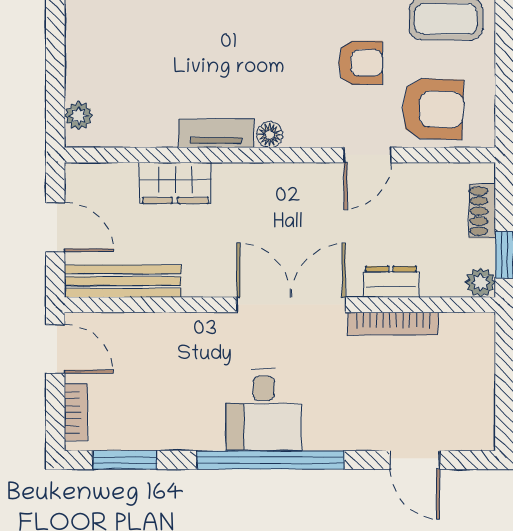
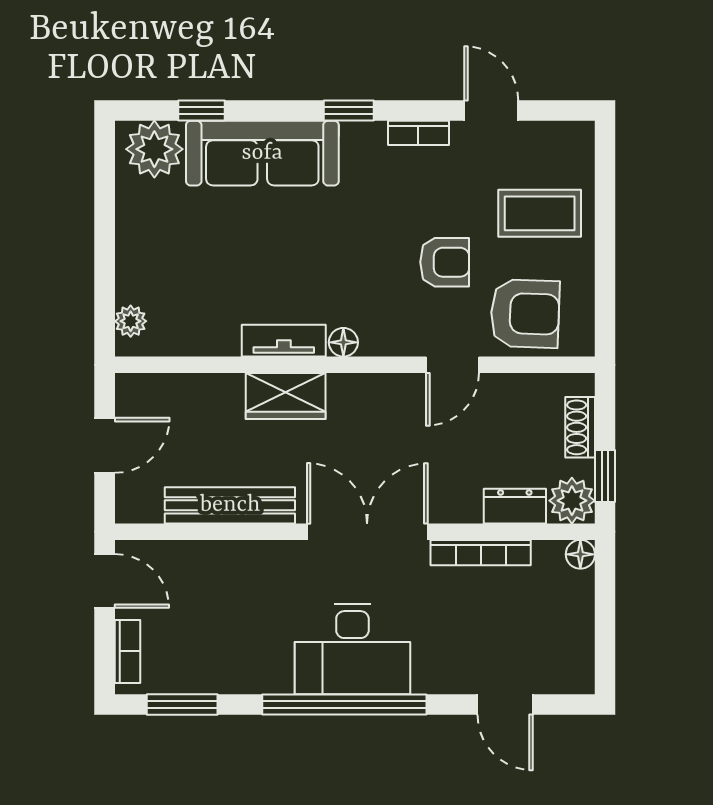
wardrobe: (175, 183) -> (286, 396), moved
door: (55, 227) -> (105, 445), hinge flipped
bench: (123, 281) -> (230, 505), moved
dresser: (391, 282) -> (515, 506), moved
plant: (480, 282) -> (572, 501), width x1.38, depth x1.38
floor lamp: (482, 325) -> (580, 554), added
desk: (264, 410) -> (352, 649), width x1.37

